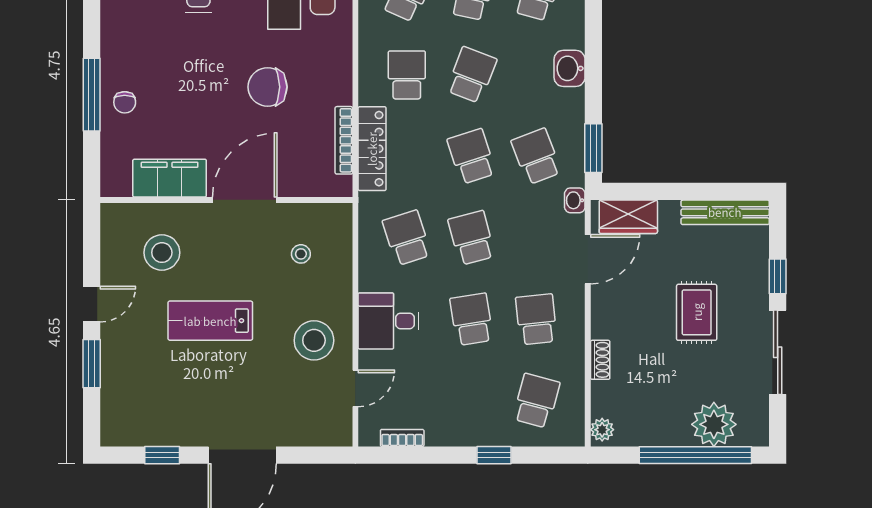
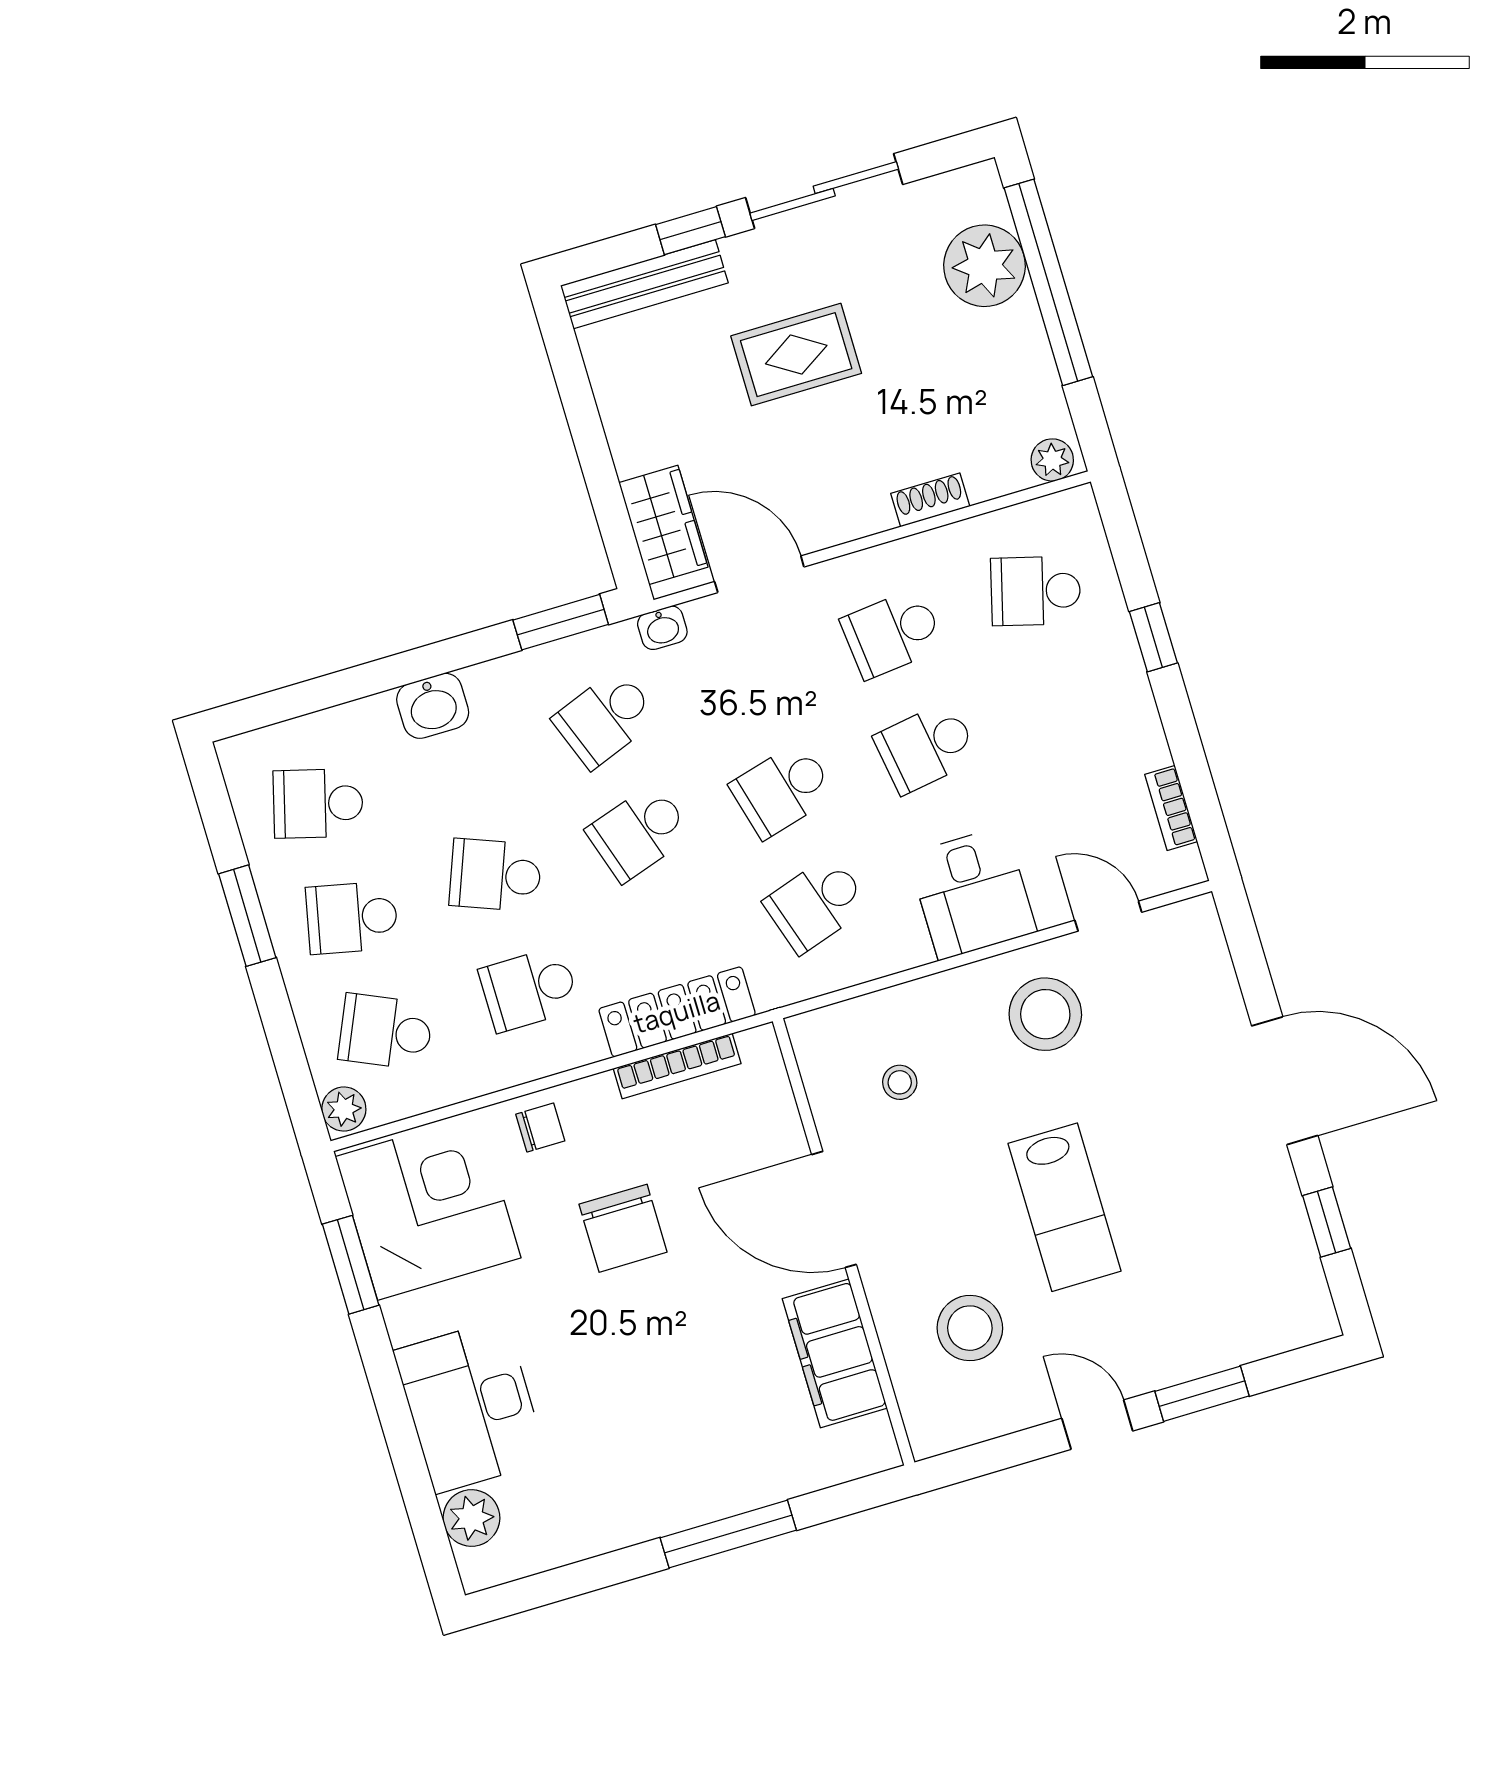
chair: (125, 102) -> (540, 1128), moved
bench: (725, 212) -> (644, 284), moved, turned 90

